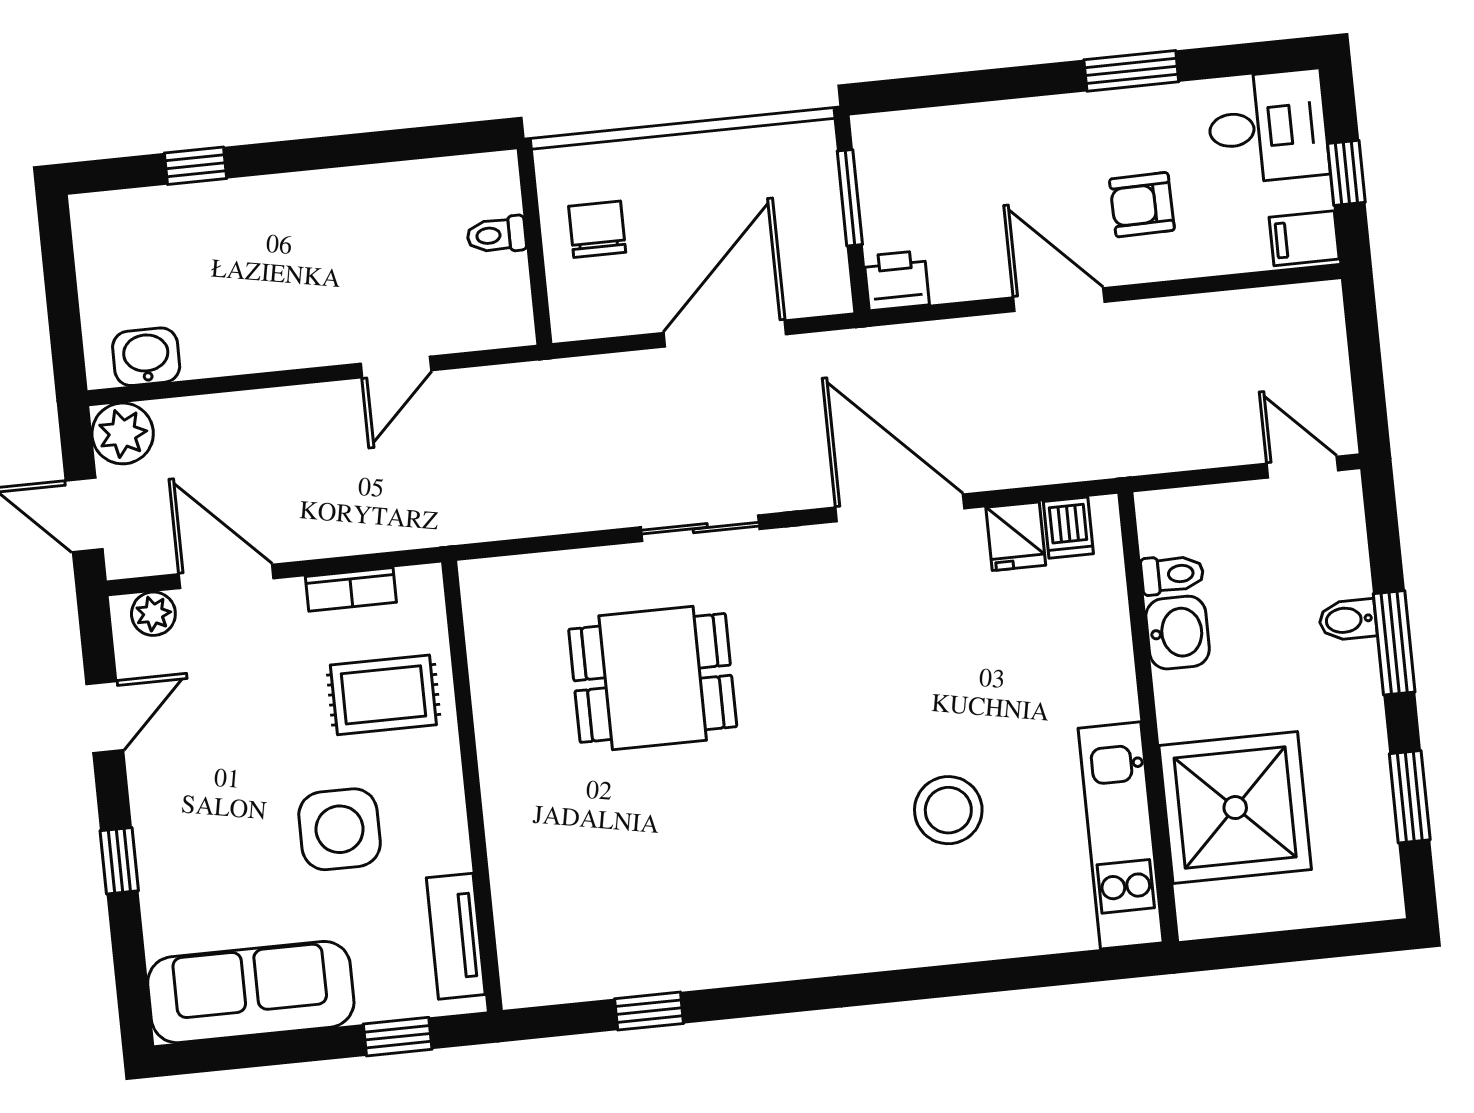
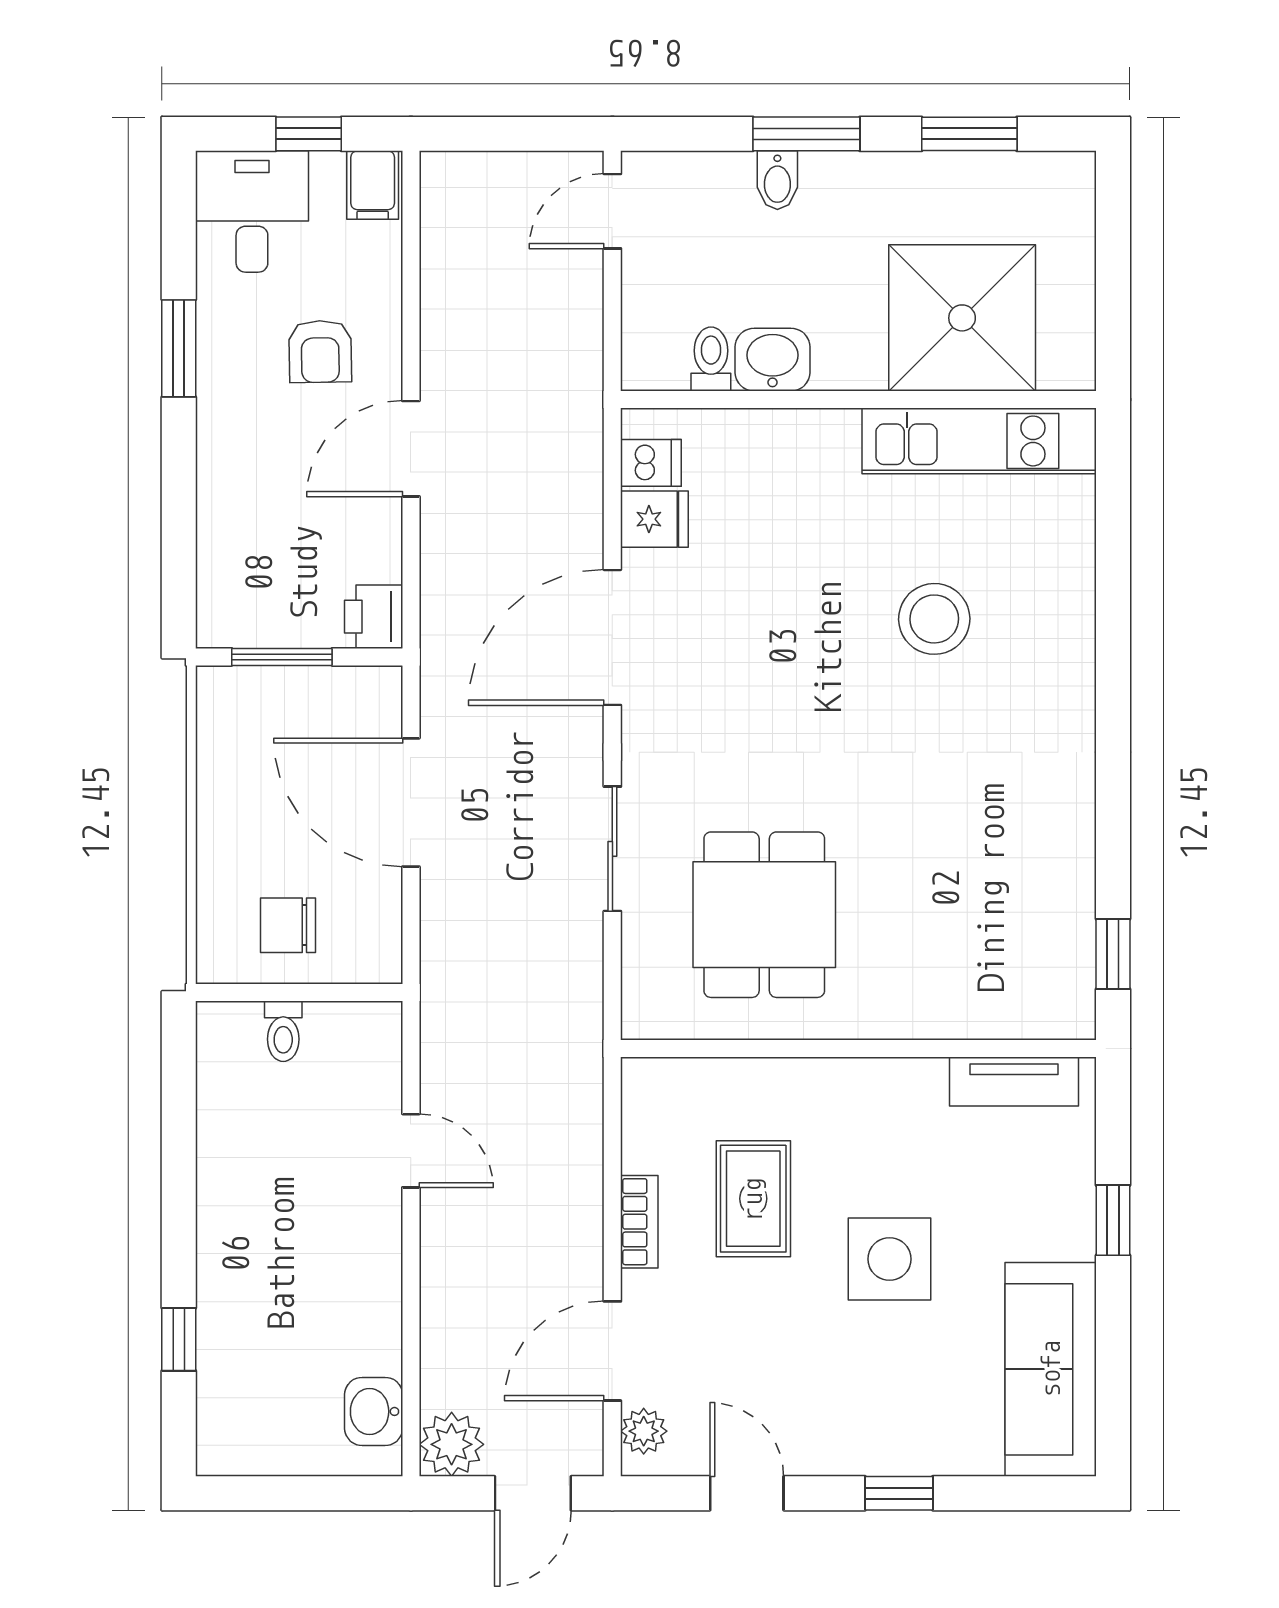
wall: (472, 786) -> (858, 1049), moved
tv unit: (456, 936) -> (1014, 1082), moved

